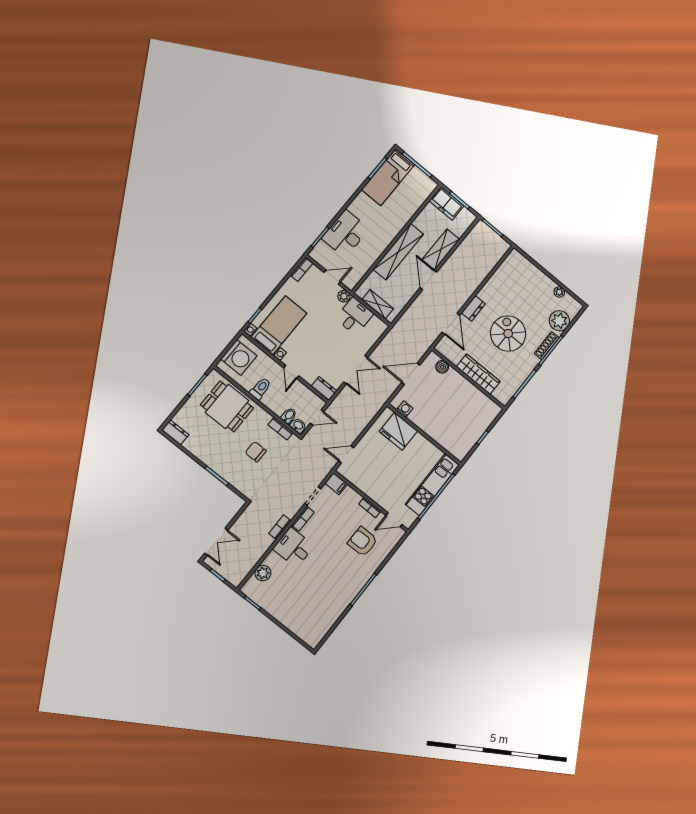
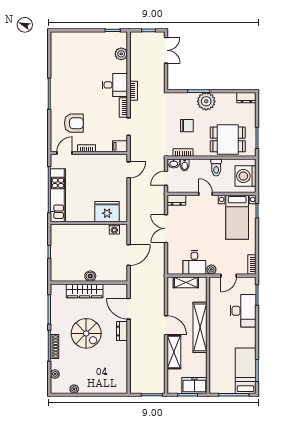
plant: (559, 321) -> (55, 374), width x0.53, depth x0.53
boiler: (442, 367) -> (90, 276), moved
plant: (218, 460) -> (206, 101), added
double door: (216, 542) -> (166, 50), swing flipped

